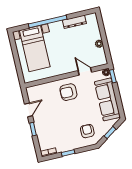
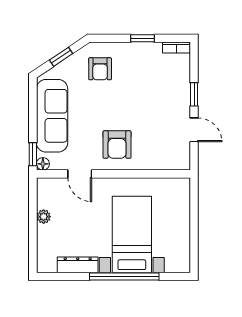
bed with nightstands: (35, 49) -> (132, 234), moved
armchair: (68, 92) -> (117, 145), turned 90
door: (28, 110) -> (194, 130), swing flipped

